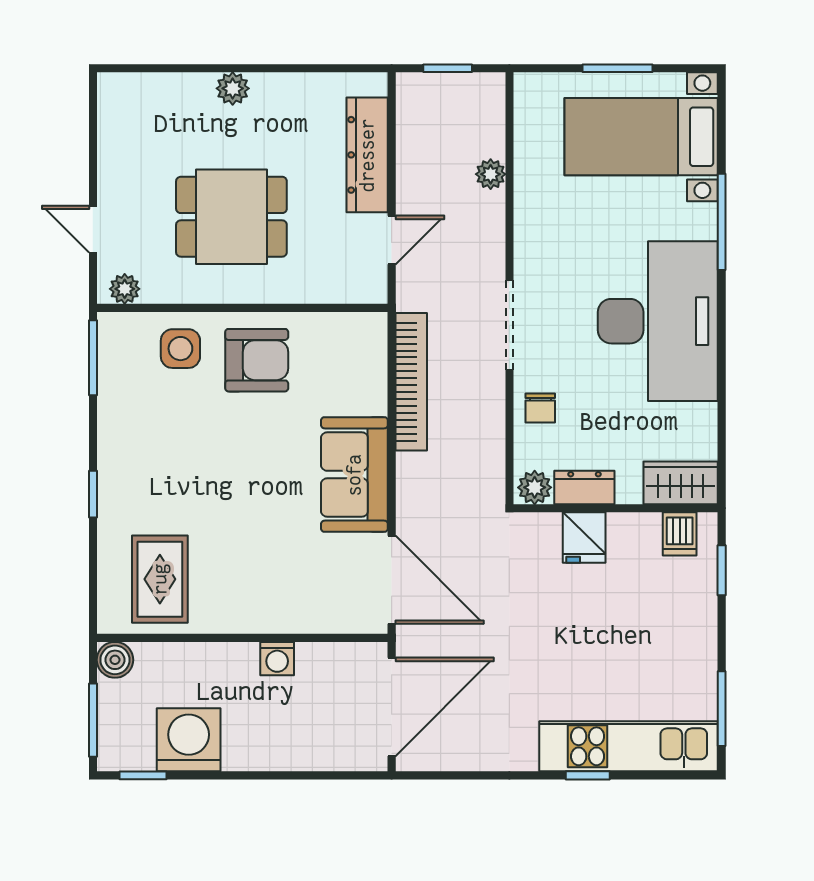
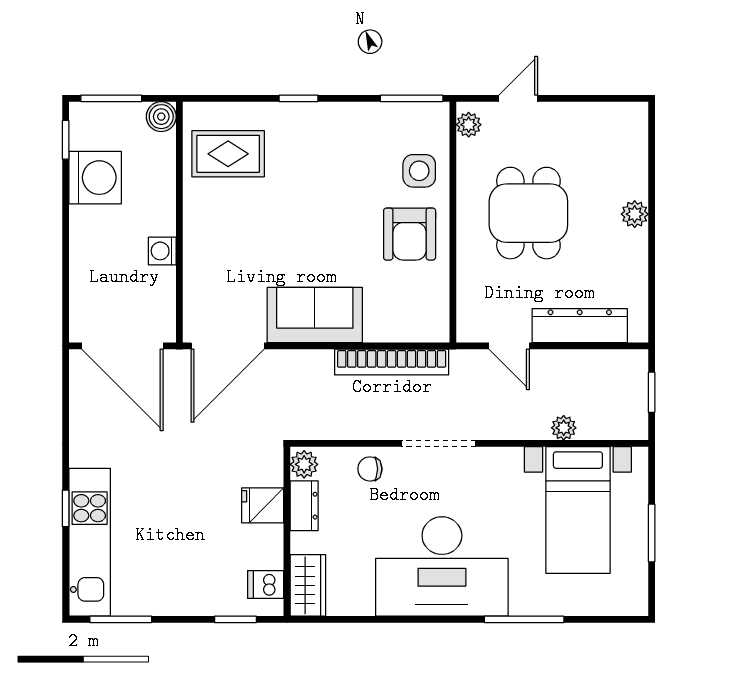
bed with nightstands: (641, 137) -> (578, 510), moved, turned 180

